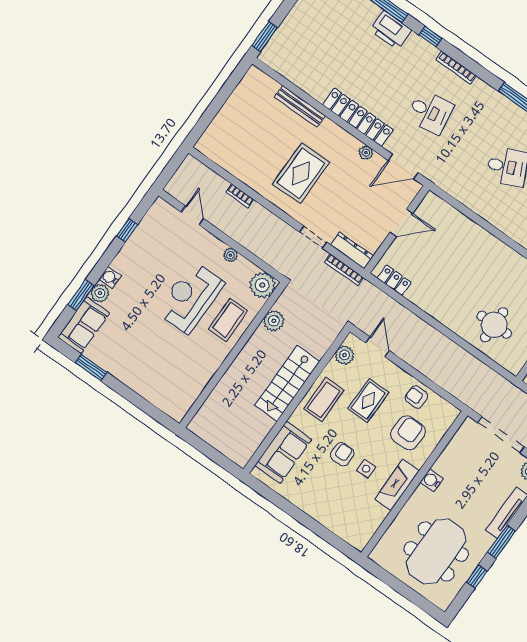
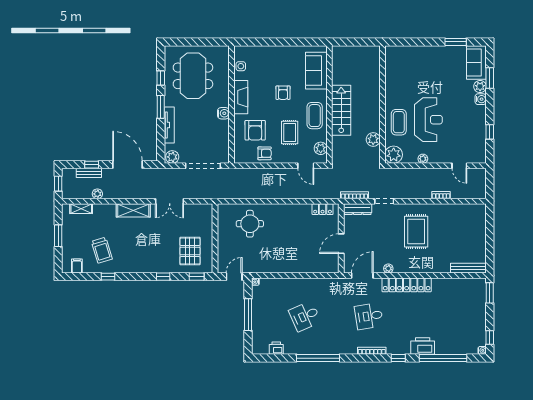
bench: (300, 106) -> (468, 268), moved
side table: (366, 469) -> (241, 66), moved

